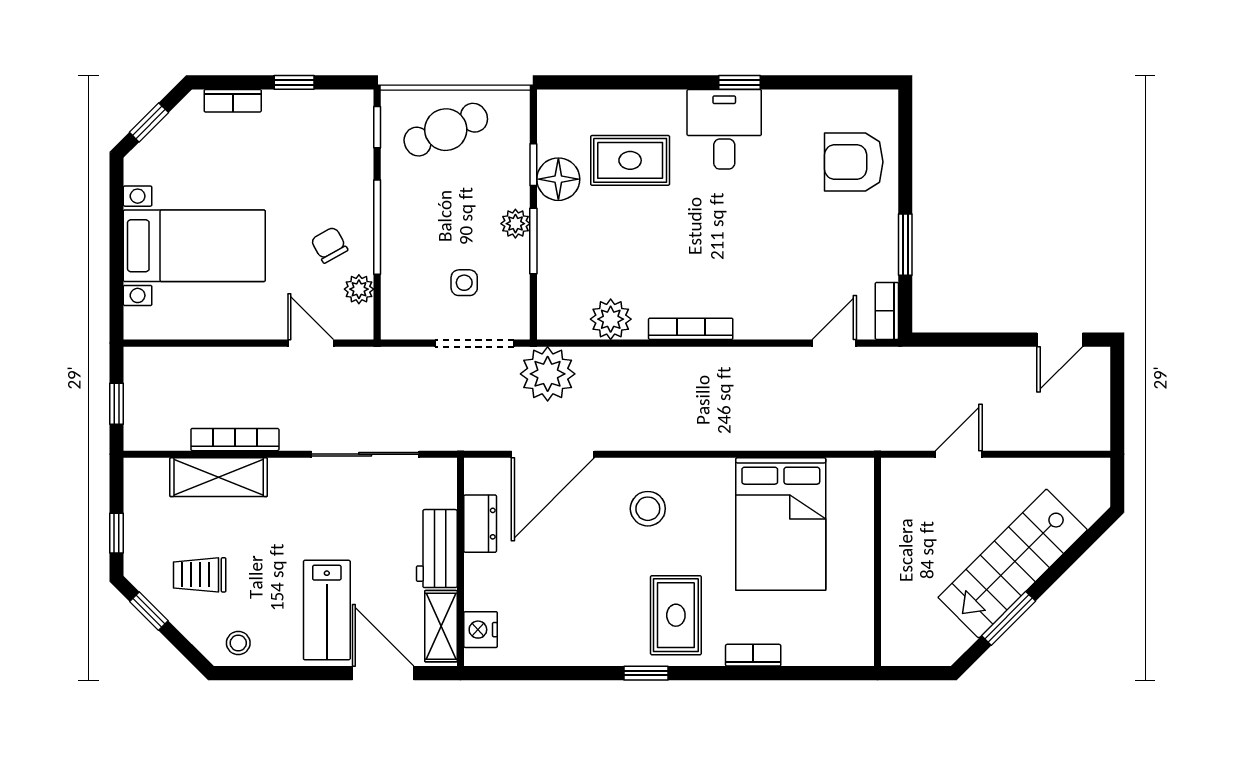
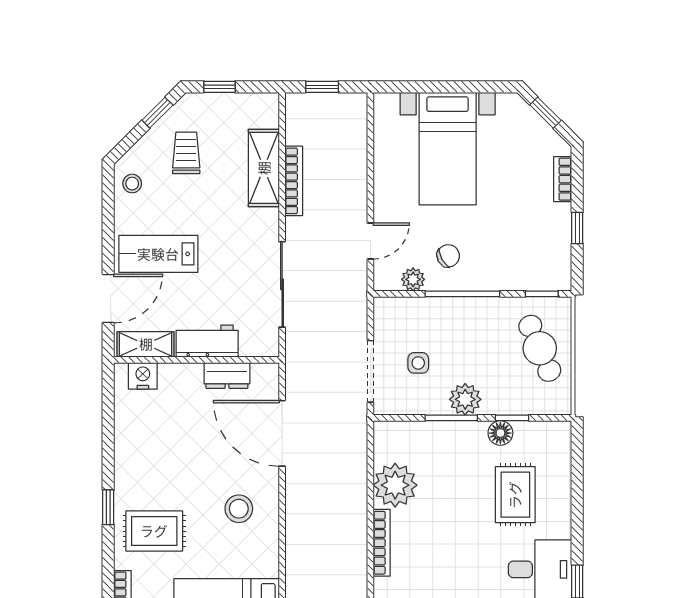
floor lamp: (558, 179) -> (500, 433), width x0.73, depth x0.73
plant: (515, 224) -> (465, 399), width x1.38, depth x1.38
plant: (611, 319) -> (395, 485), width x1.36, depth x1.36
plant: (548, 374) -> (346, 429), removed

